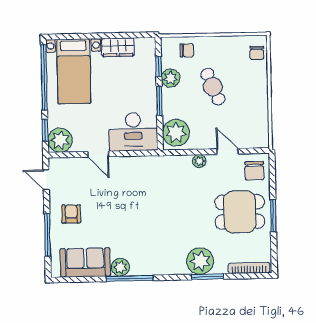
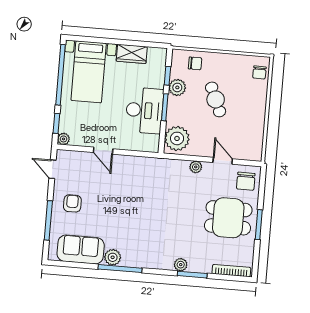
desk: (133, 132) -> (144, 110), moved, turned -90
plant: (60, 140) -> (63, 139), width x0.53, depth x0.53
plant: (200, 261) -> (181, 265), width x0.53, depth x0.53

